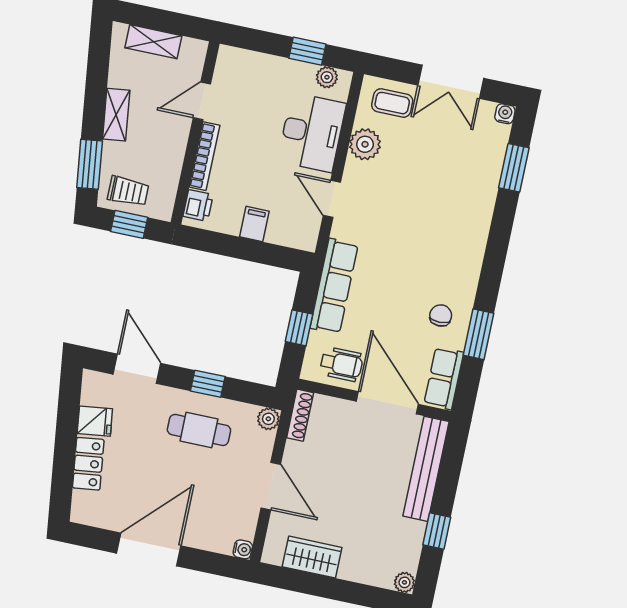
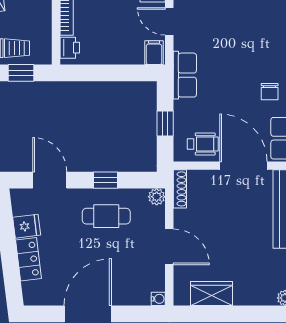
filing cabinet: (254, 224) -> (154, 53), moved
row of seats: (334, 286) -> (185, 75), width x0.68
chair: (441, 315) -> (270, 92), turned 180

